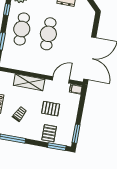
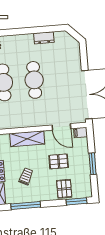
door: (61, 80) -> (61, 127), swing flipped
window: (76, 134) -> (93, 164), moved

